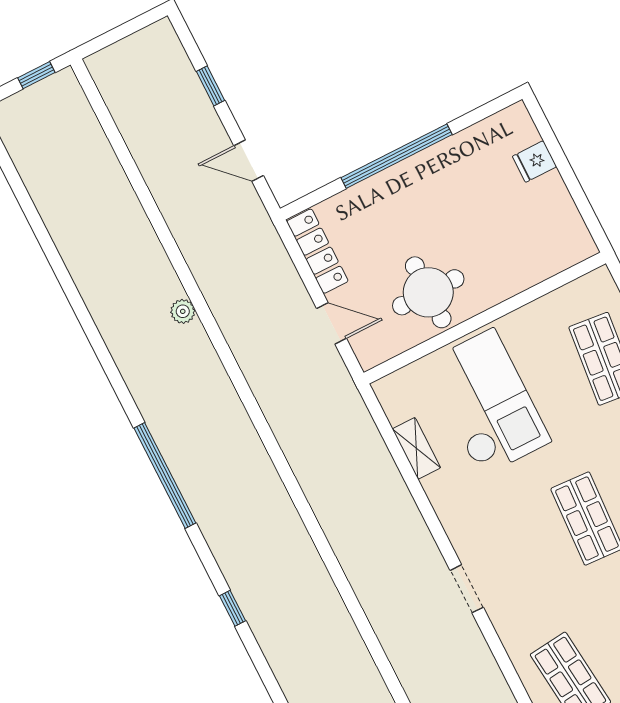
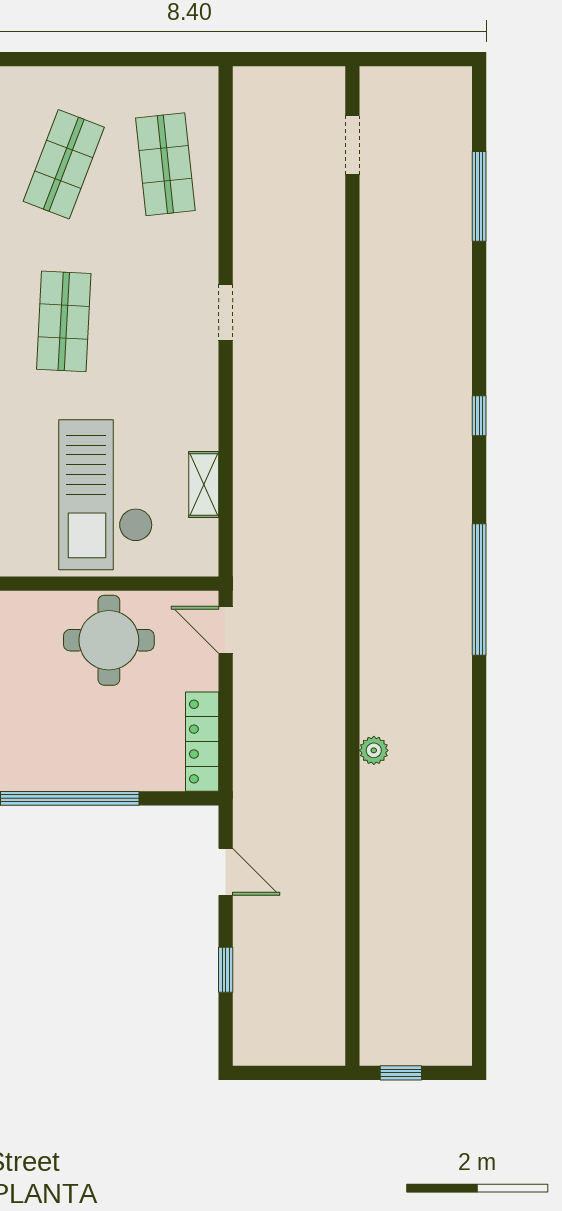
door: (332, 323) -> (226, 630), moved

